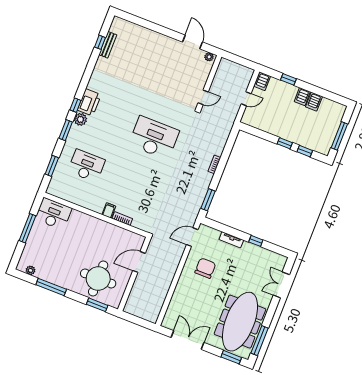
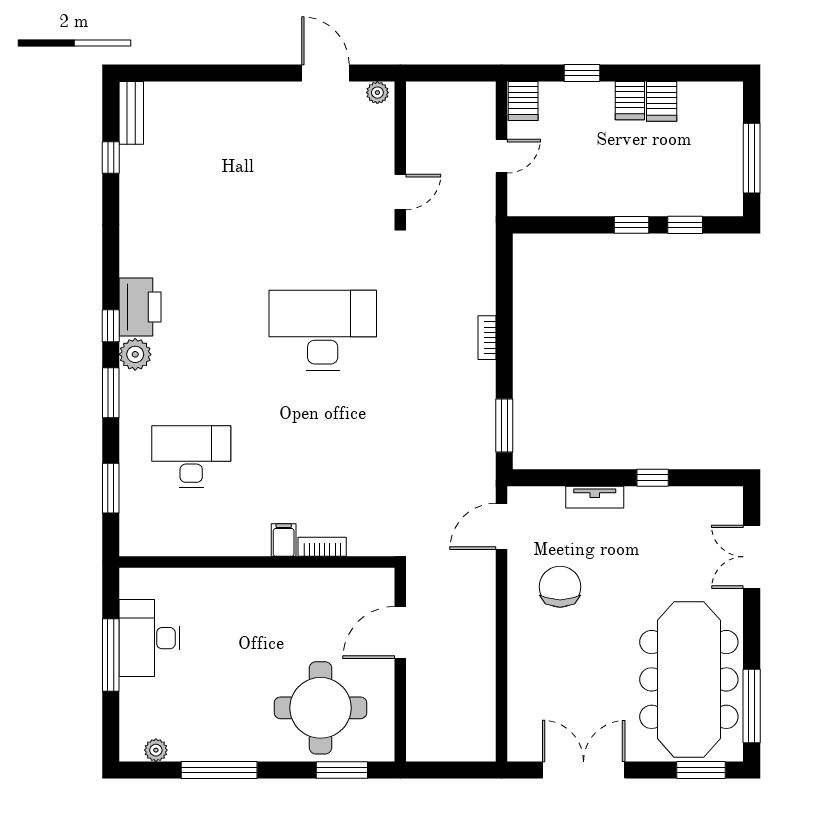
bench: (108, 45) -> (131, 113), moved
desk: (53, 214) -> (150, 638), moved, turned -90

